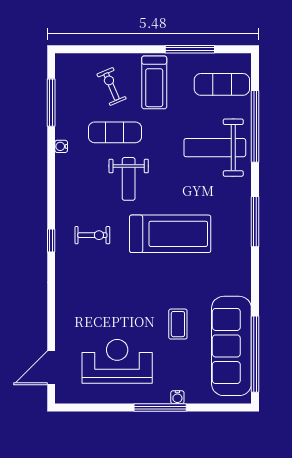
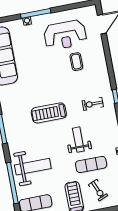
treadmill: (170, 234) -> (49, 113), width x0.73, depth x0.73
coffee table: (178, 324) -> (76, 62), moved

